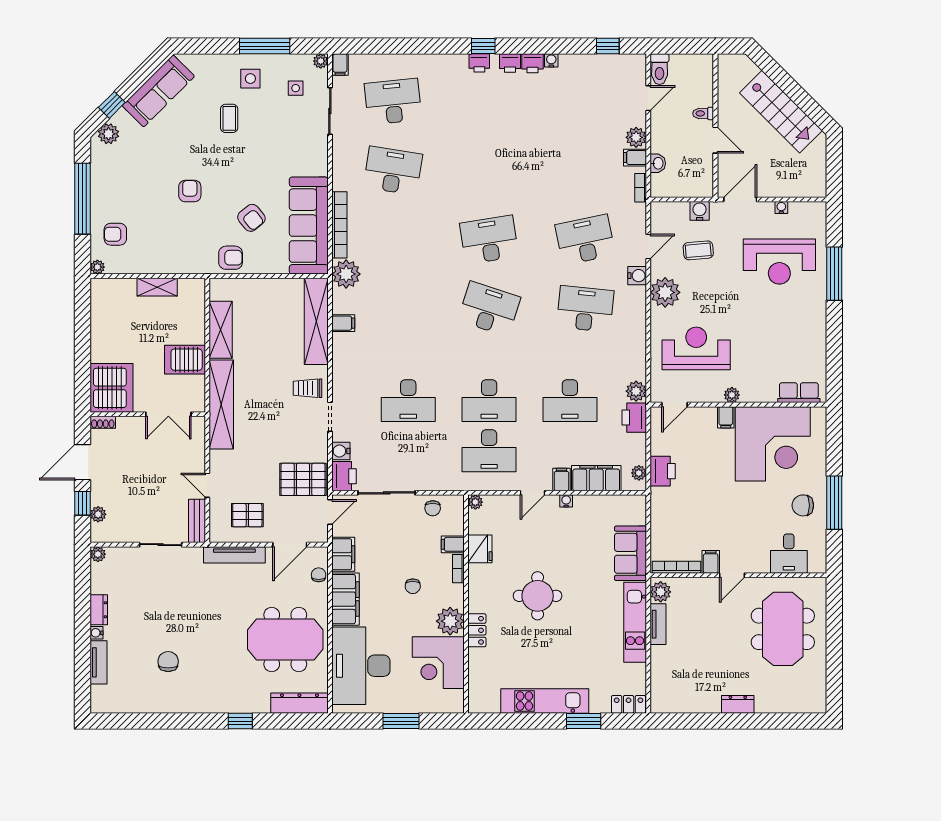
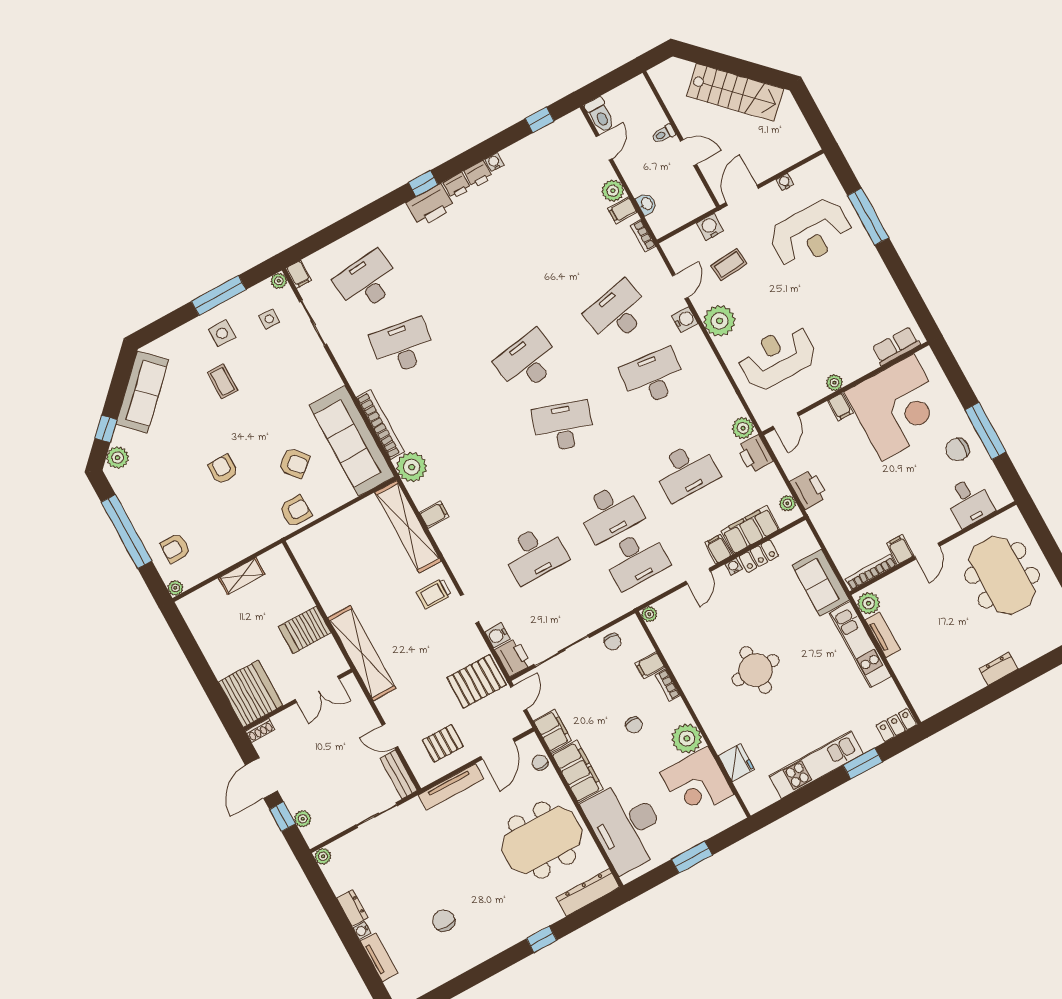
printer: (479, 63) -> (430, 205), width x1.87, depth x1.48
shelving: (221, 330) -> (323, 584), removed
fridge: (480, 549) -> (736, 763), moved
locker: (477, 630) -> (759, 556), moved, turned 90

